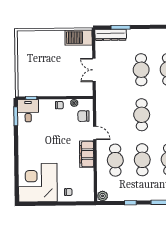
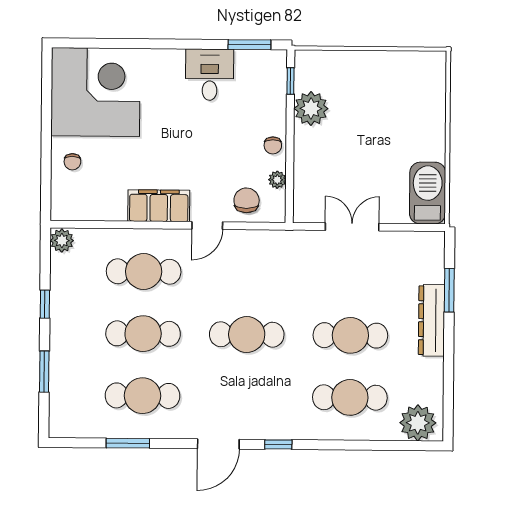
dresser: (111, 35) -> (432, 320), moved
plant: (43, 89) -> (311, 109), added
desk: (28, 111) -> (210, 75), moved, turned -90

